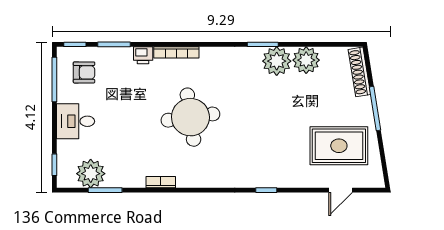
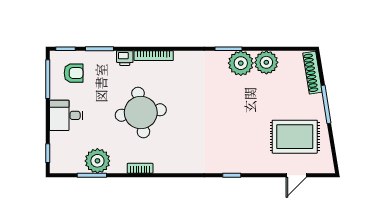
round table: (190, 117) -> (141, 112), moved
plant: (91, 174) -> (97, 161), moved

